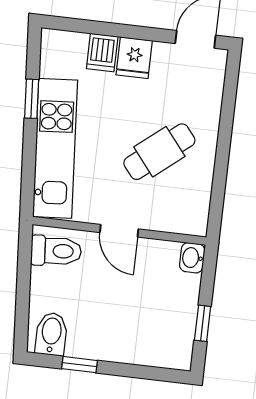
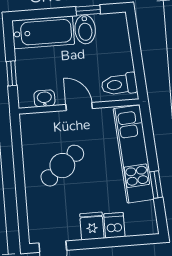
washbasin: (192, 258) -> (44, 98), moved, turned -90
window: (203, 323) -> (12, 73), moved
bidet: (51, 334) -> (85, 29), moved
bathtub: (150, 346) -> (43, 32), added

